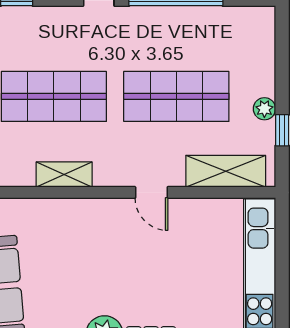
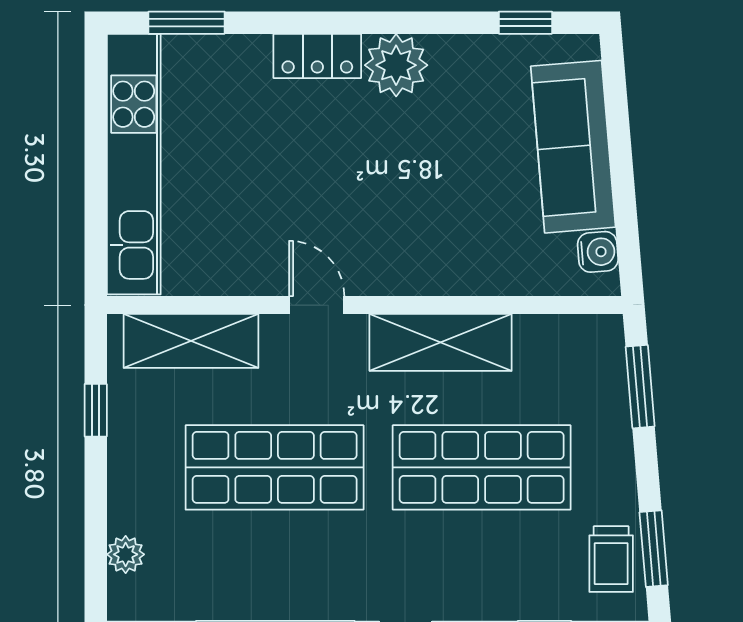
plant: (264, 109) -> (126, 554), moved
shelving: (64, 175) -> (441, 342), width x1.50, depth x1.33

